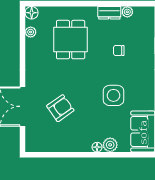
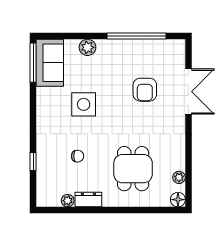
armchair: (60, 108) -> (145, 90), turned -55
floor lamp: (97, 147) -> (103, 45), removed
window: (68, 155) -> (137, 36), added

